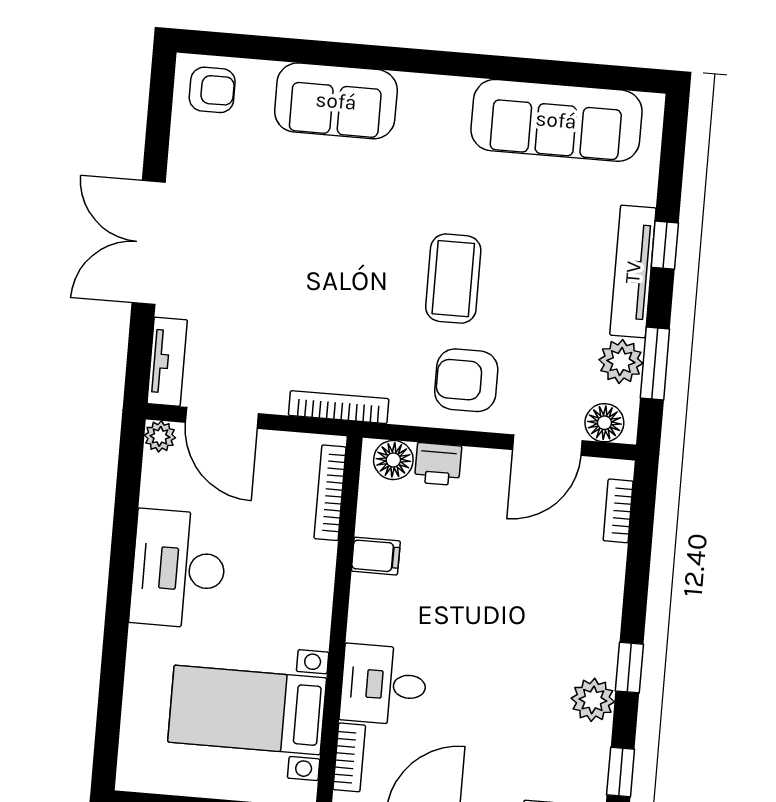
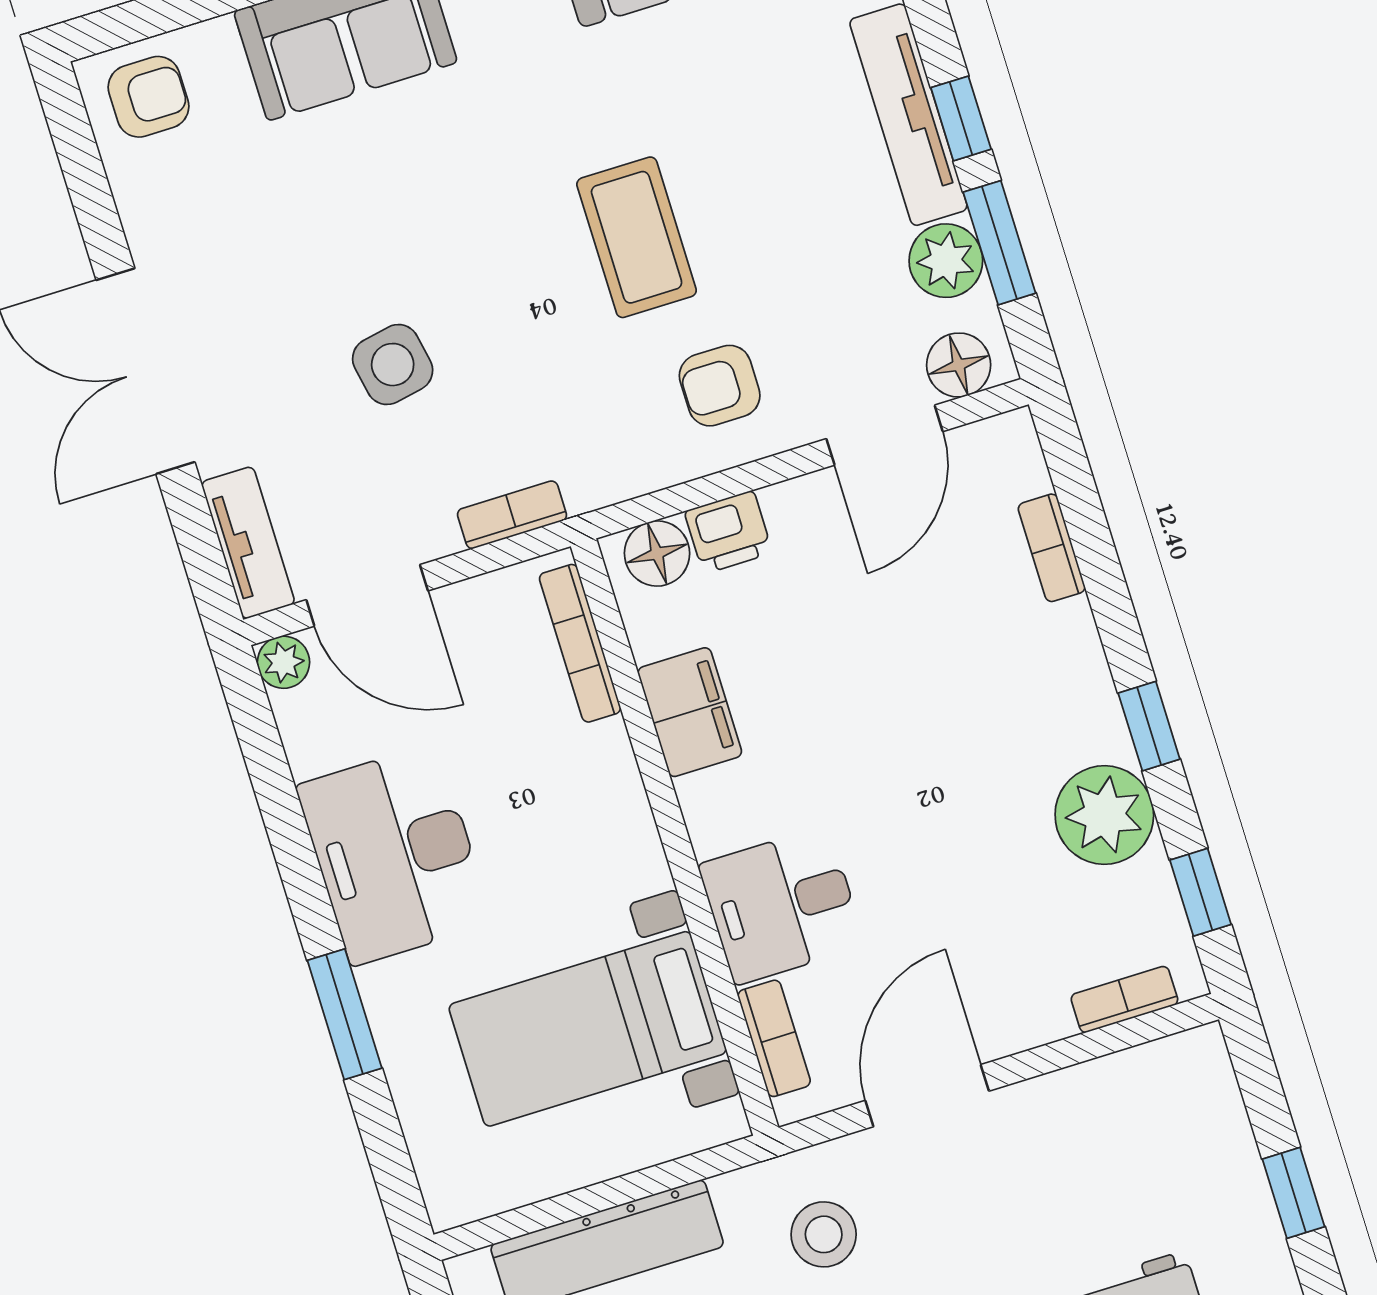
window: (665, 245) -> (961, 118), moved
side table: (288, 295) -> (393, 365), added
armchair: (466, 380) -> (720, 386), width x0.72, depth x0.72
bookcase: (339, 407) -> (512, 515), width x0.64
bookcase: (618, 511) -> (1052, 548), moved
filing cabinet: (376, 556) -> (690, 712), width x2.00
window: (115, 647) -> (345, 1014), added
plant: (593, 700) -> (1104, 815), width x1.36, depth x1.36

